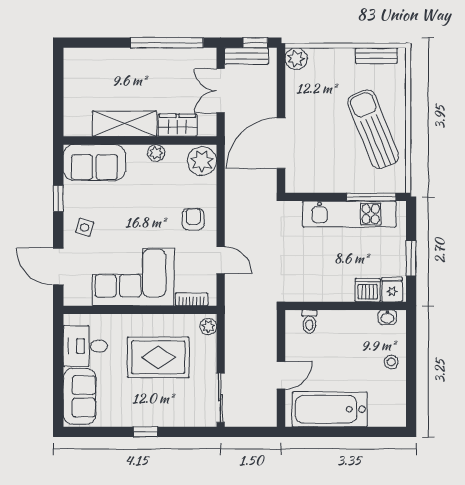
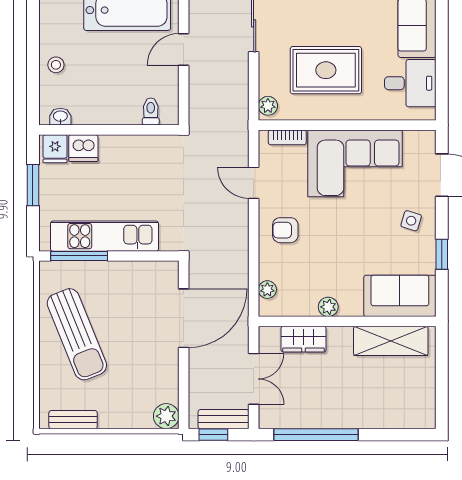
shelving: (124, 124) -> (391, 341), moved
plant: (202, 161) -> (267, 290), width x0.53, depth x0.53
armchair: (193, 219) -> (285, 230), turned 90

